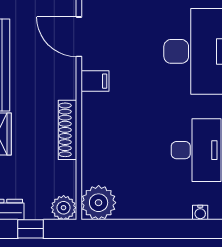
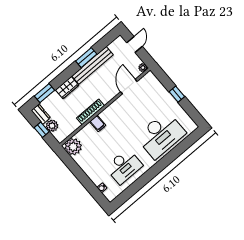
filing cabinet: (95, 81) -> (98, 123), moved
plant: (64, 208) -> (52, 126), moved

